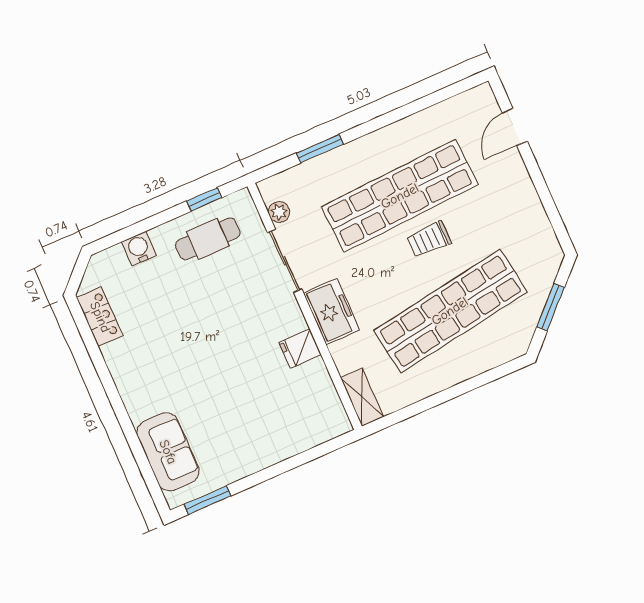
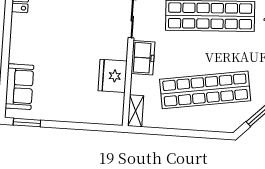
trolley: (429, 239) -> (213, 47), removed
fridge: (300, 349) -> (113, 76), width x1.88, depth x1.34

